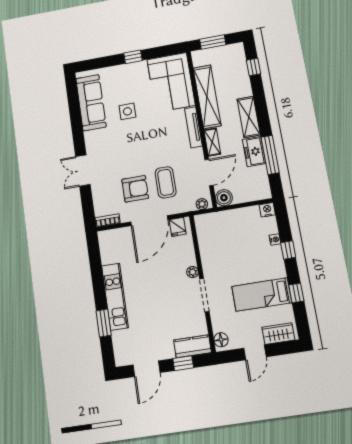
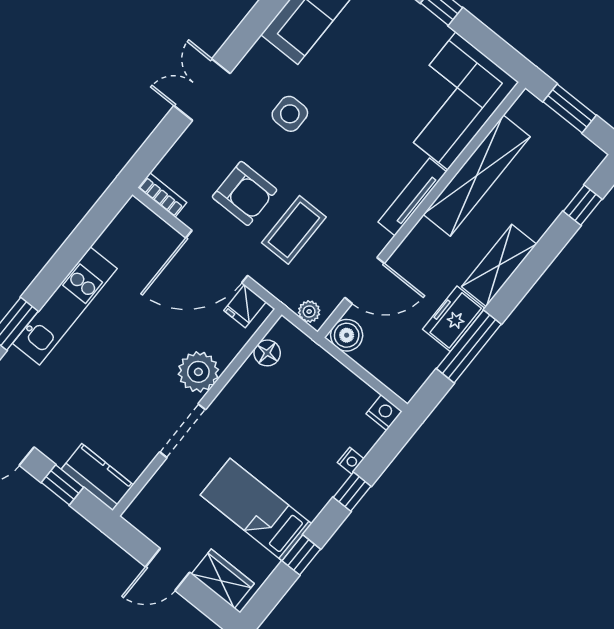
side table: (127, 111) -> (290, 114), moved
shelving: (212, 142) -> (414, 245), removed
plant: (193, 272) -> (198, 372), width x1.88, depth x1.88
floor lamp: (221, 340) -> (267, 353), moved

